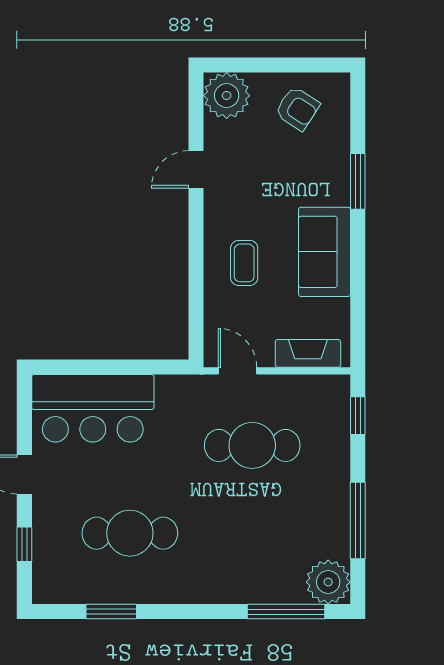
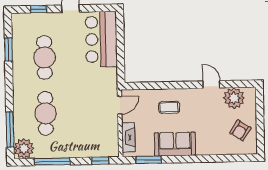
plant: (227, 96) -> (234, 98), moved
window: (358, 181) -> (149, 160), moved
cafe table: (252, 445) -> (46, 113), moved

